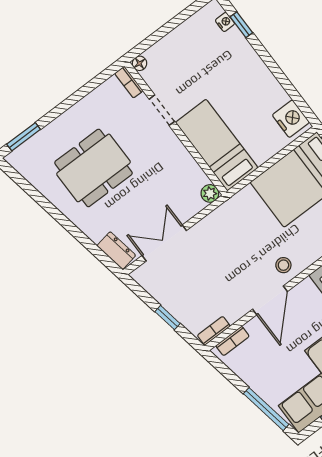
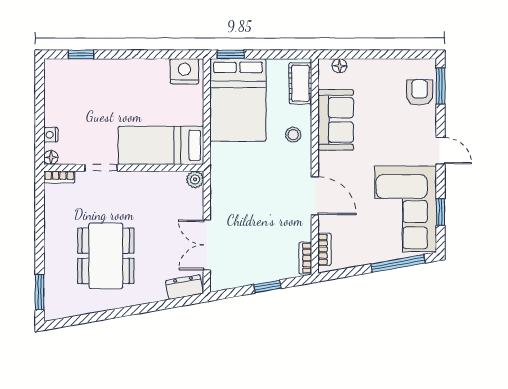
nightstand: (225, 22) -> (51, 135), moved, turned -90
stool: (283, 265) -> (293, 135), moved

